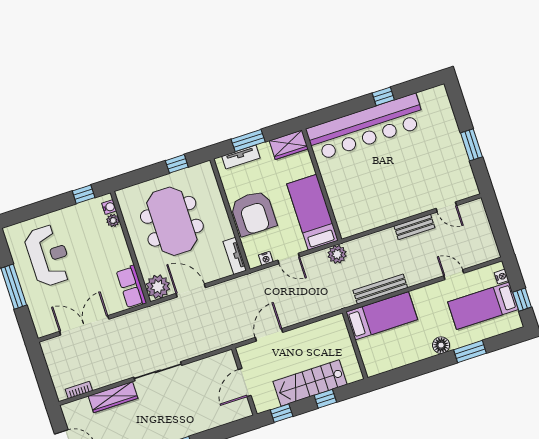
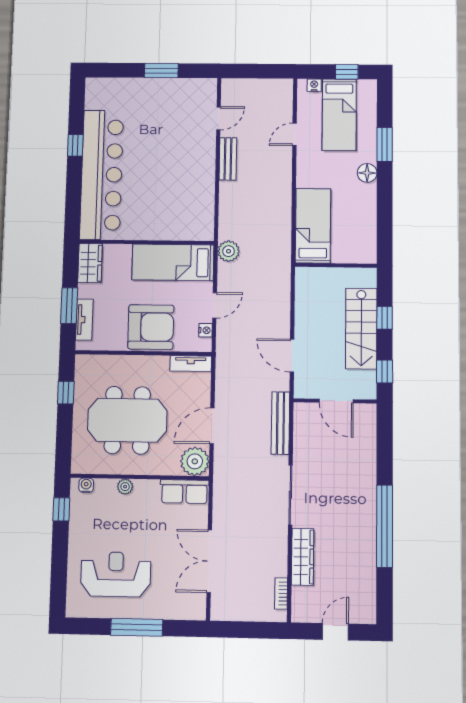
plant: (113, 221) -> (125, 487), moved
bench: (380, 289) -> (280, 423), moved

